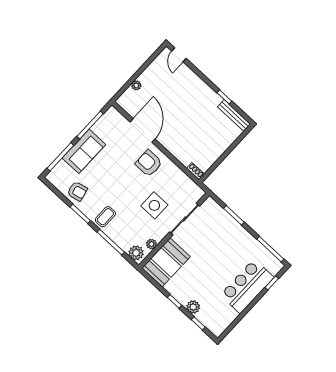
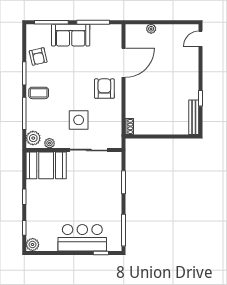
plant: (193, 307) -> (33, 244), moved

